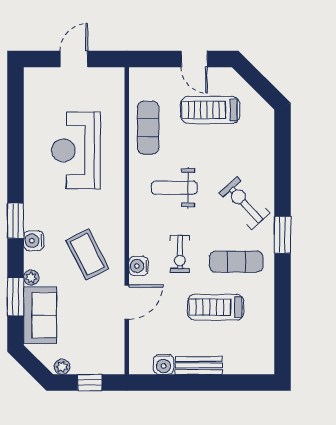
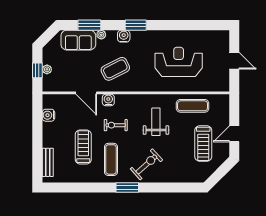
treadmill: (210, 110) -> (203, 144), turned 180
bench: (199, 366) -> (48, 162), moved
plant: (62, 367) -> (47, 69), moved

